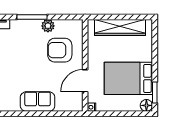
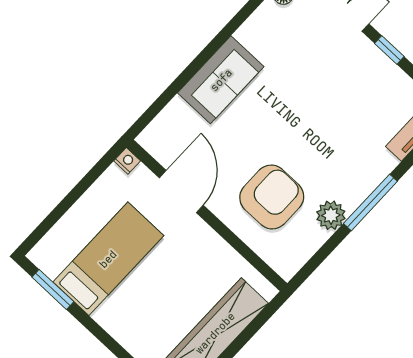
bed: (128, 78) -> (108, 259), width x0.67
floor lamp: (146, 105) -> (44, 255), removed

